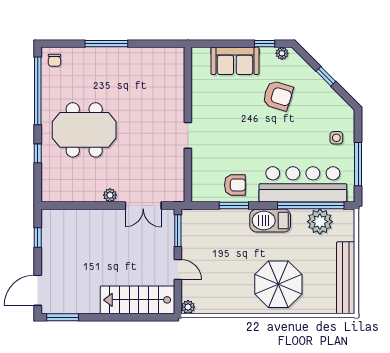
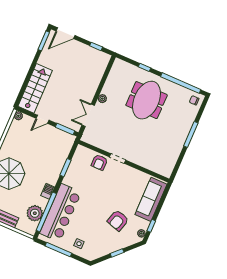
sofa: (235, 61) -> (151, 199), width x1.36
armchair: (235, 185) -> (99, 162), moved
barbecue: (270, 221) -> (48, 191), width x0.53, depth x0.65
door: (38, 290) -> (66, 33), swing flipped

